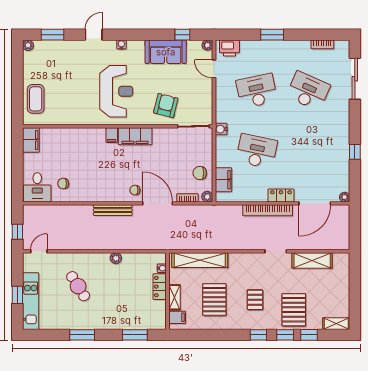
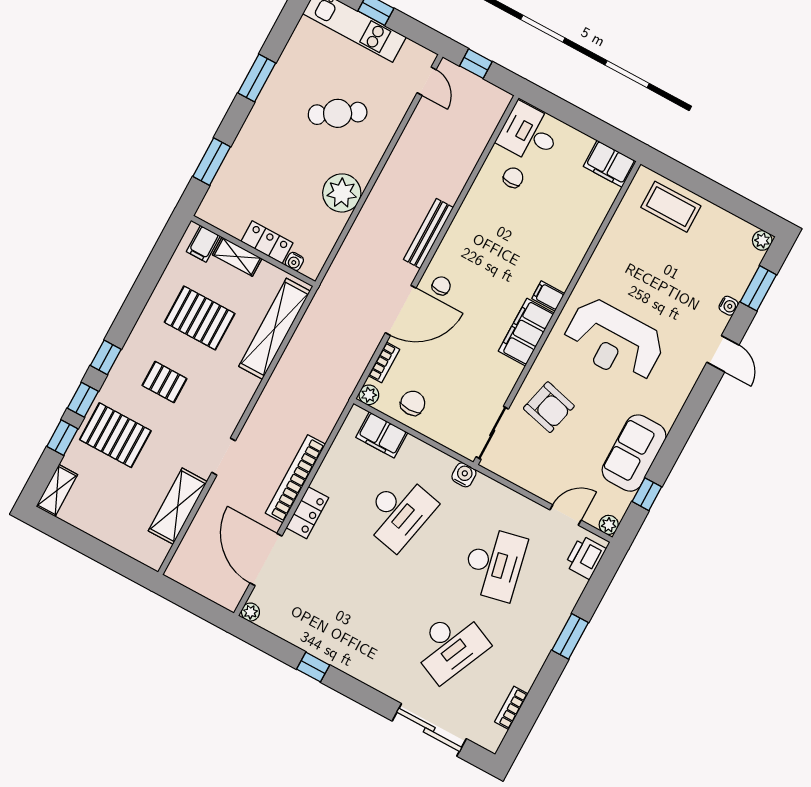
water cooler: (121, 45) -> (729, 306), moved
plant: (116, 258) -> (342, 193), width x1.87, depth x1.87

